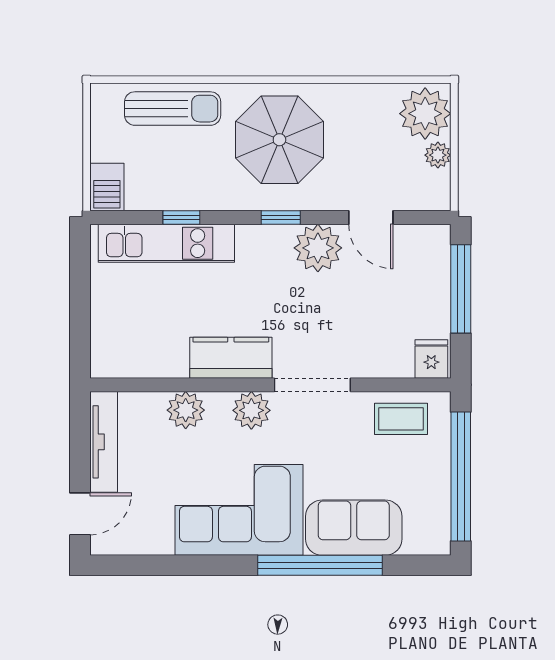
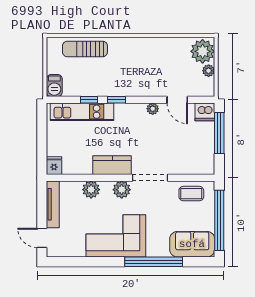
sun lounger: (173, 109) -> (85, 49), turned 180
parasol: (279, 140) -> (135, 64), removed
window: (281, 217) -> (117, 100), moved
dishwasher: (430, 244) -> (205, 112), added
plant: (318, 248) -> (153, 109), width x0.53, depth x0.53
fridge: (431, 359) -> (54, 166), moved
door: (80, 514) -> (42, 238), swing flipped
sofa: (354, 528) -> (192, 244), moved

